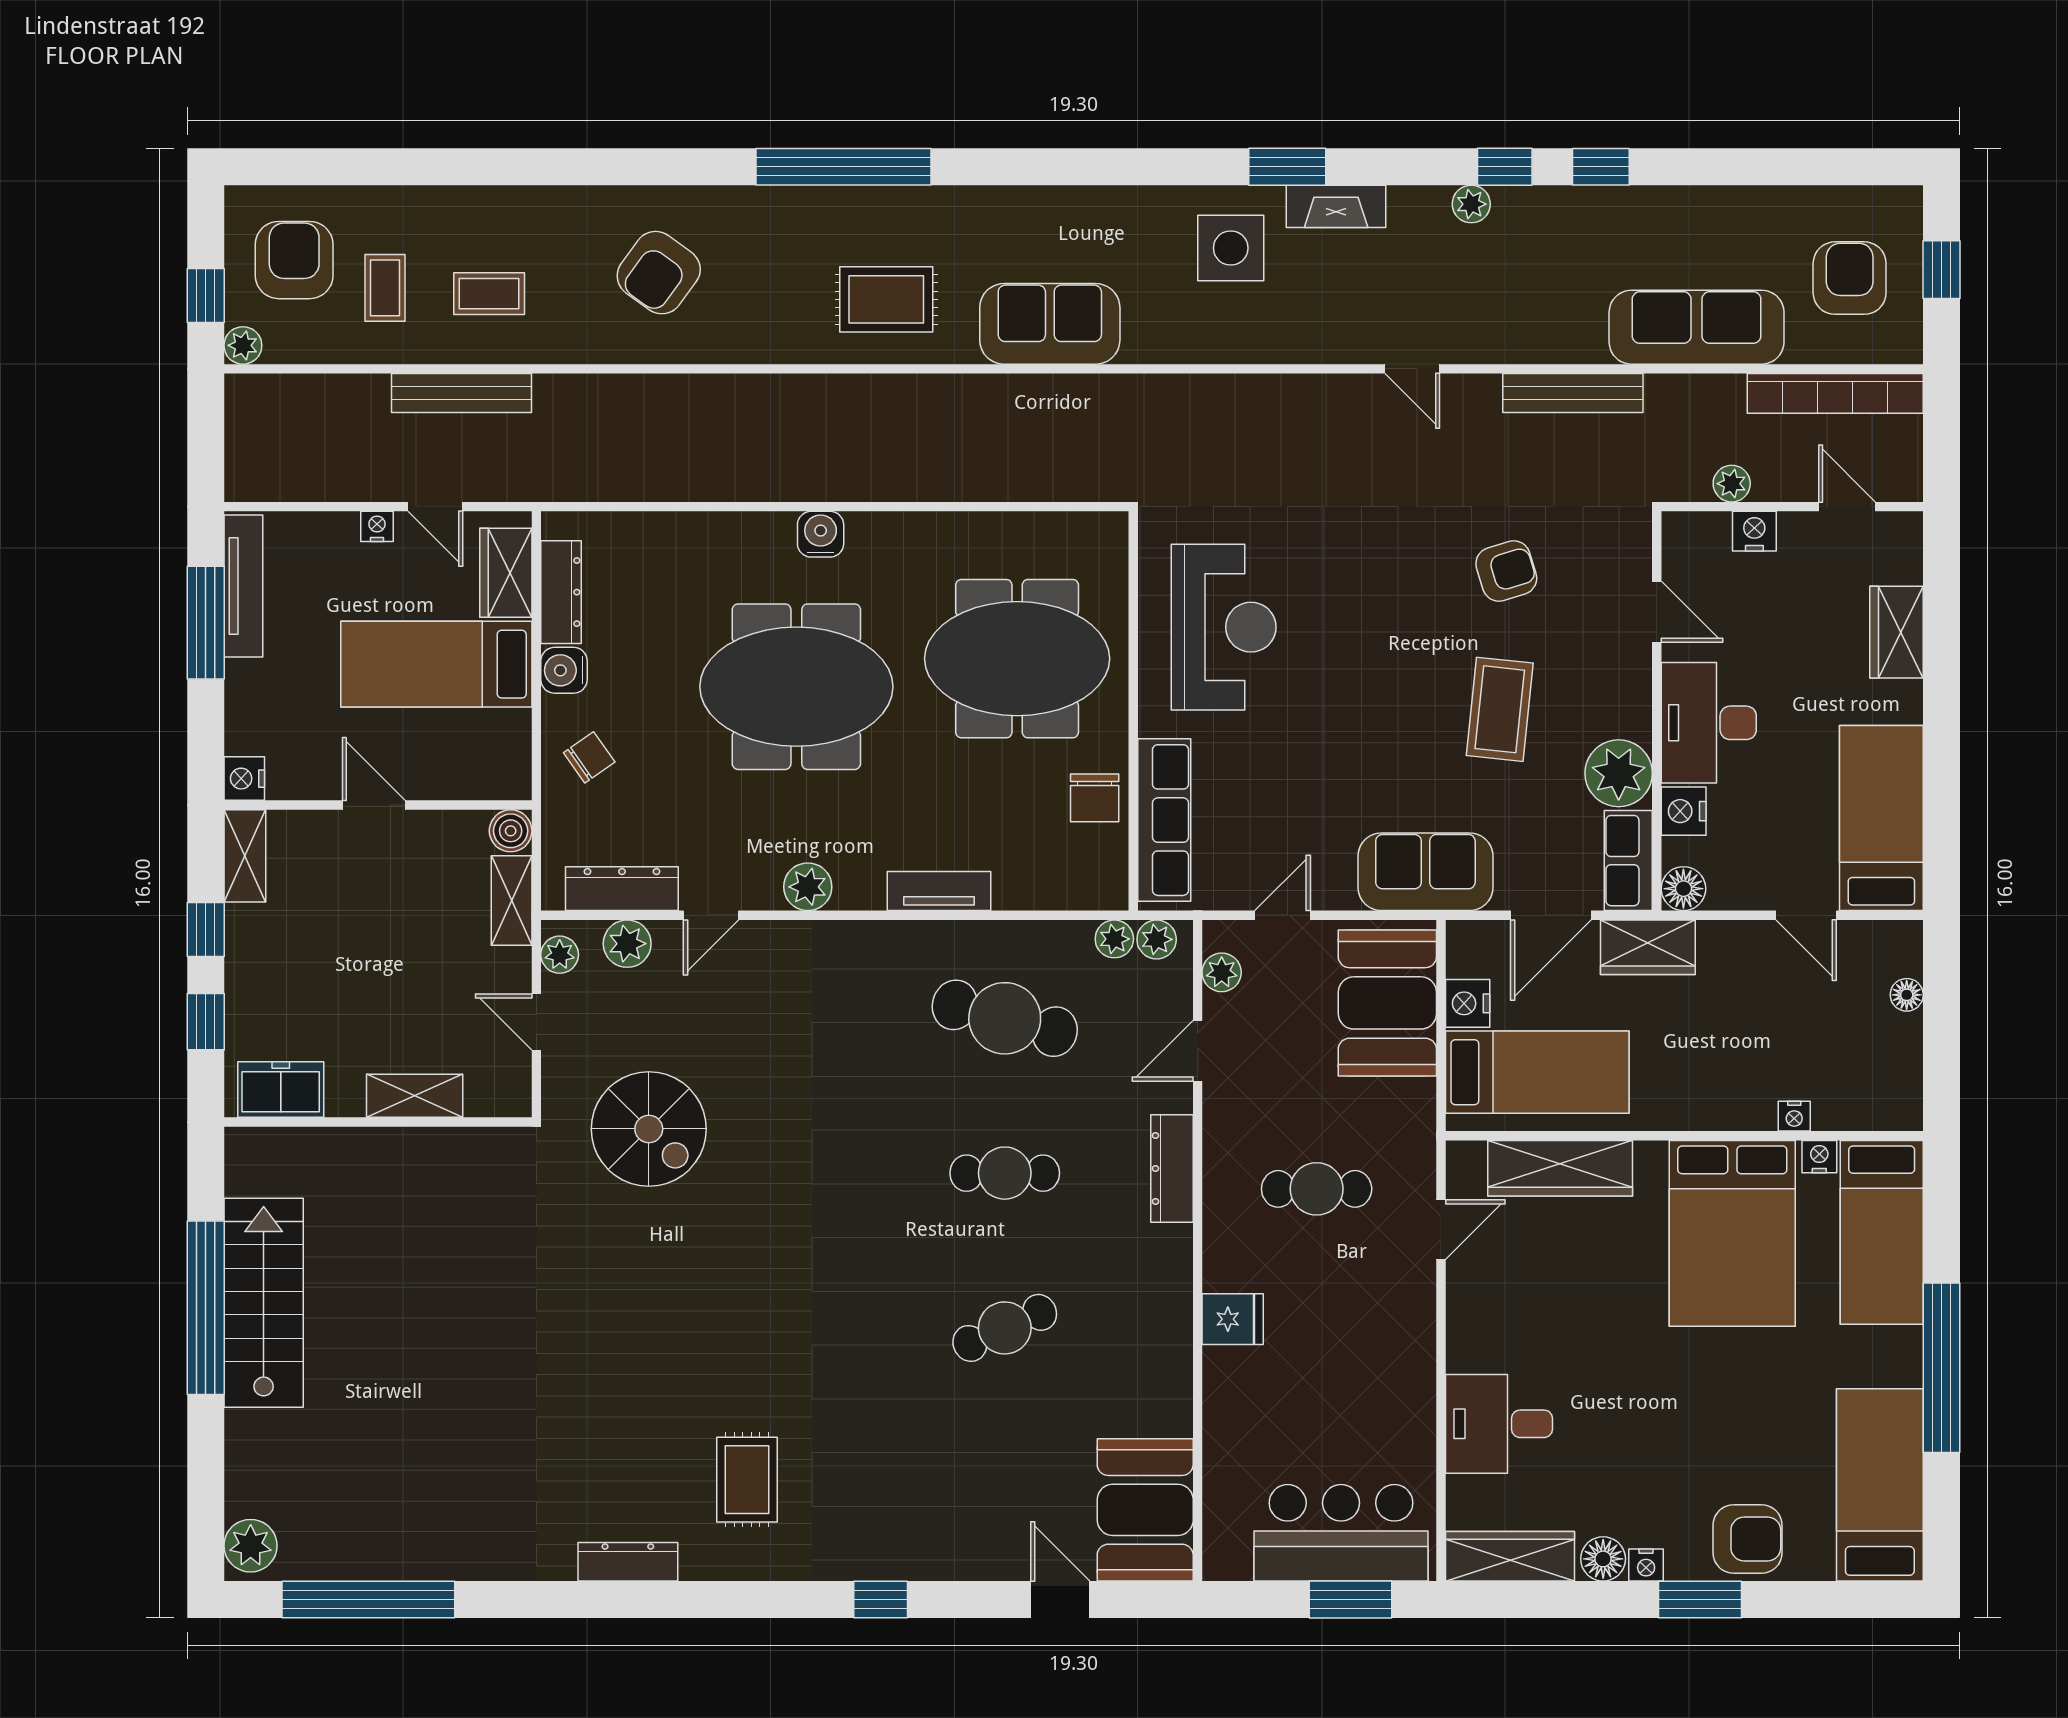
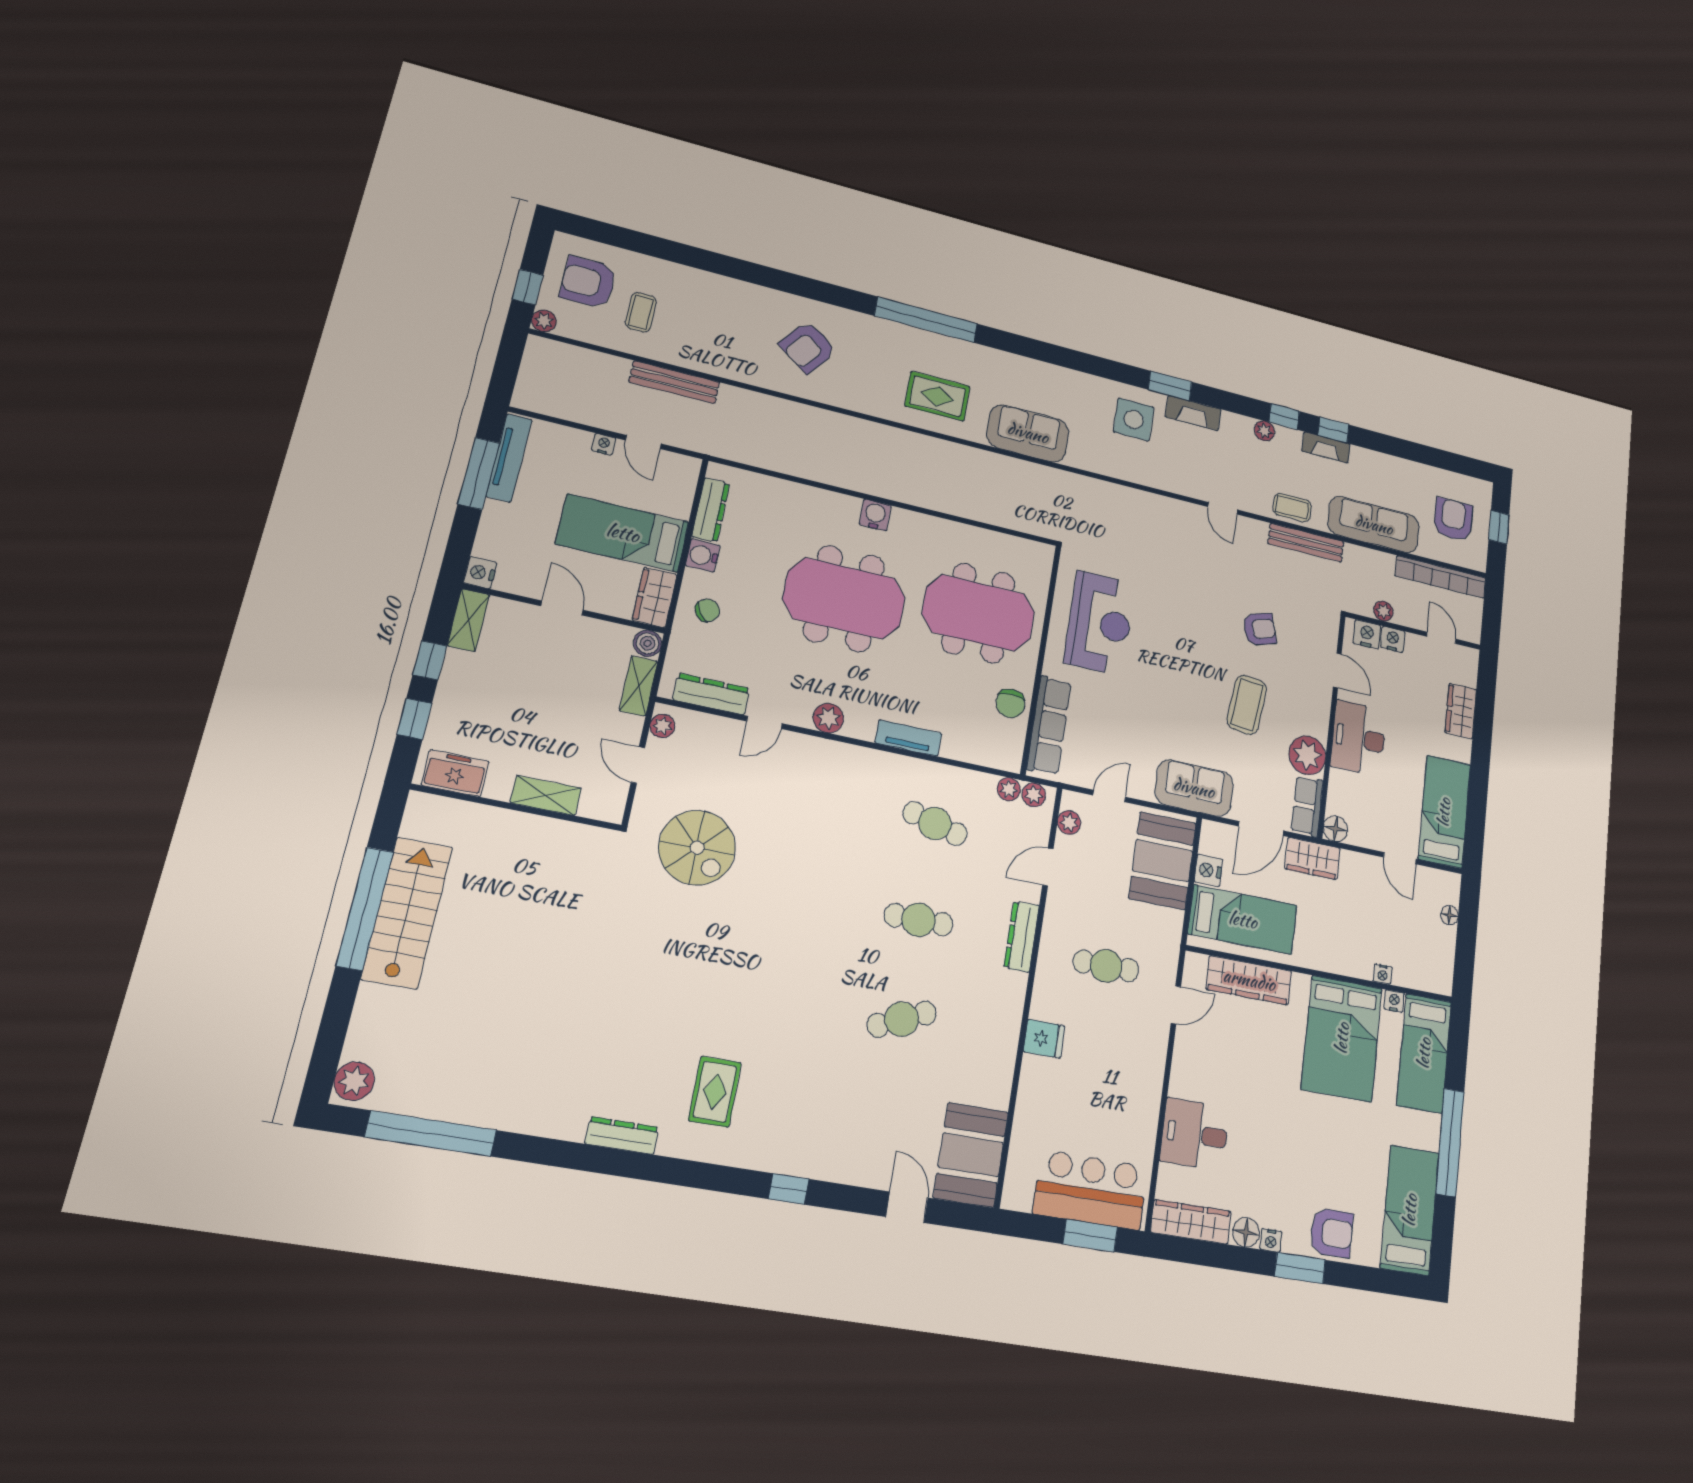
fireplace: (1590, 204) -> (1326, 447), added
armchair: (294, 260) -> (588, 282), turned -90
coffee table: (489, 294) -> (1292, 507), moved
wardrobe: (506, 573) -> (655, 597), moved
nightstand: (1684, 811) -> (1367, 634), moved, turned 90
plant: (627, 944) -> (708, 728), removed
cafe table: (1005, 1018) -> (935, 823), width x0.73, depth x0.74

